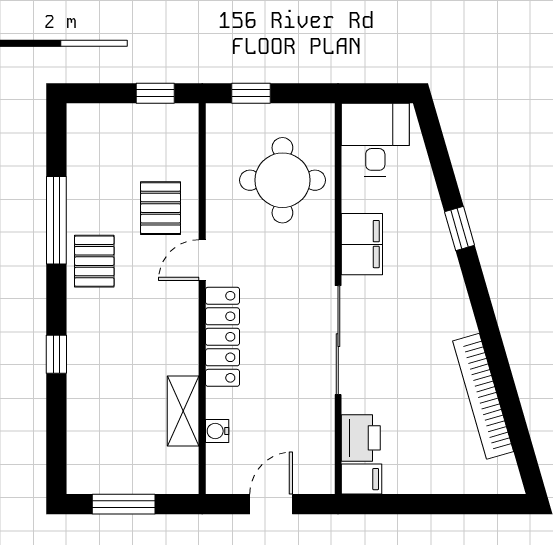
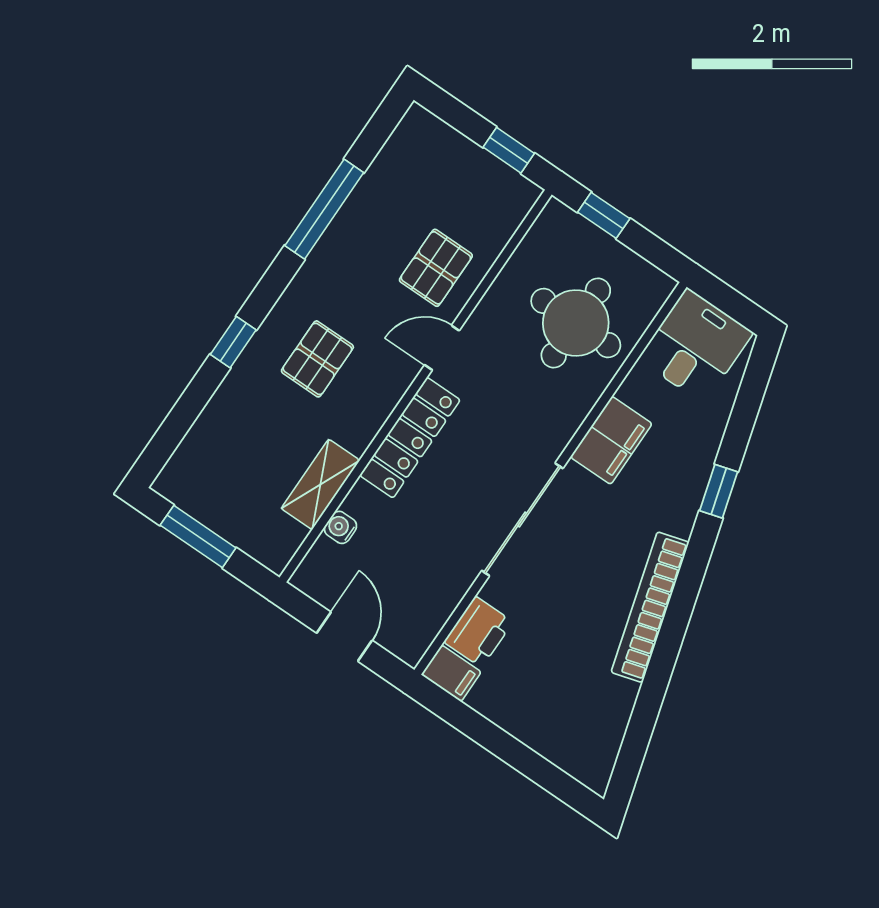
pallet: (94, 261) -> (317, 359), moved
bookcase: (483, 396) -> (650, 607), moved
door: (271, 504) -> (344, 637), hinge flipped

